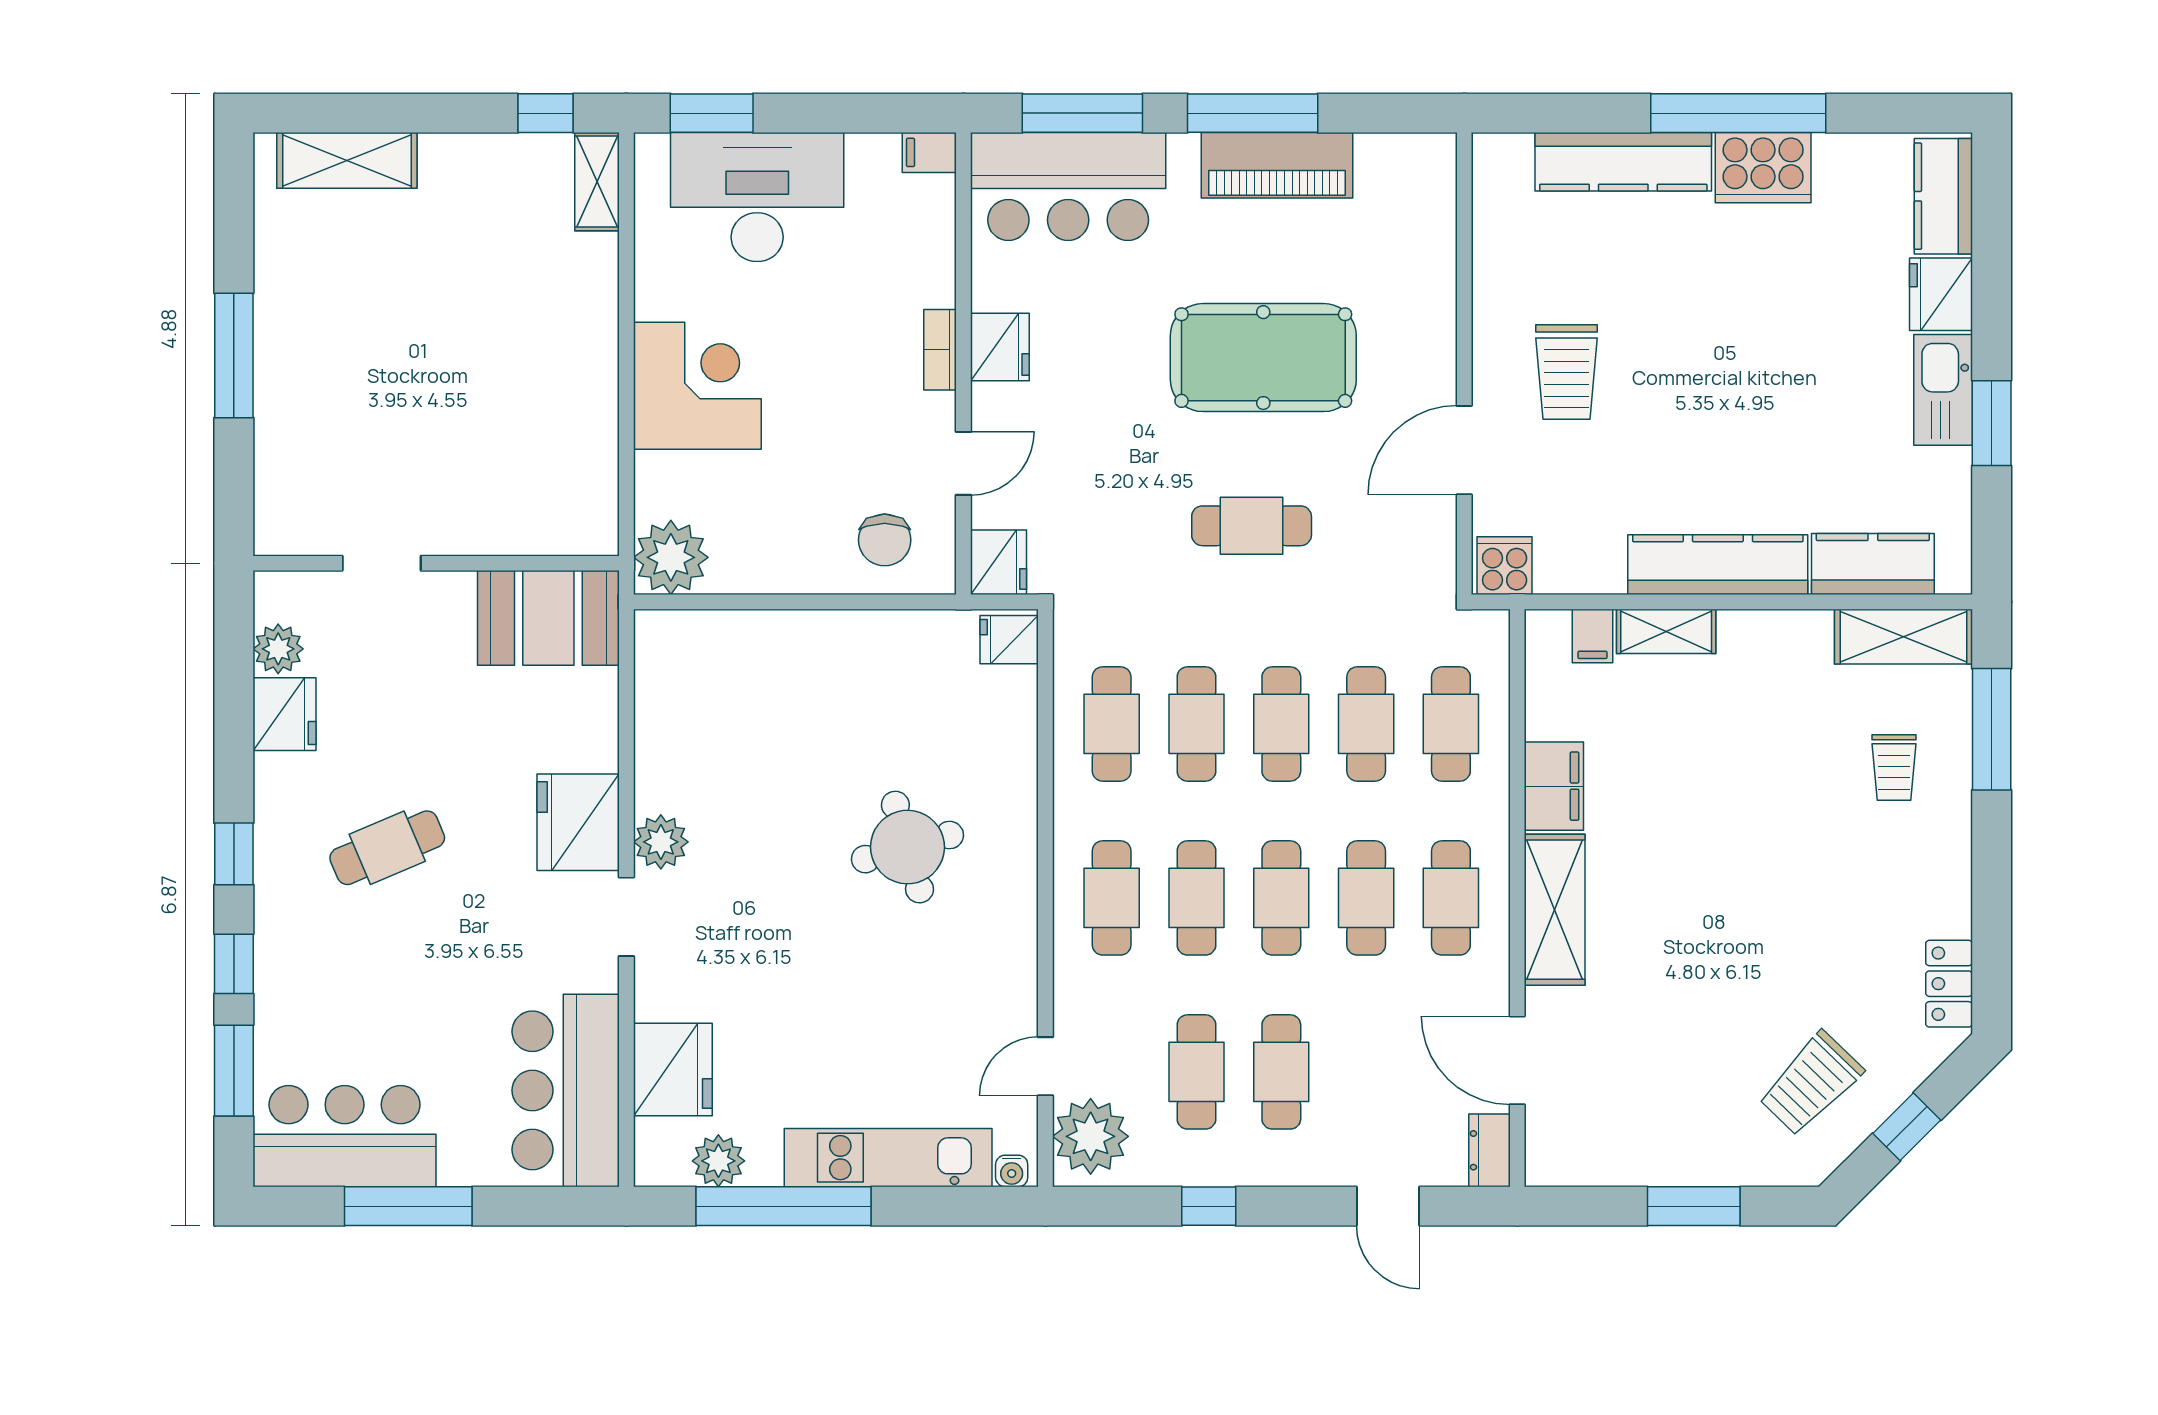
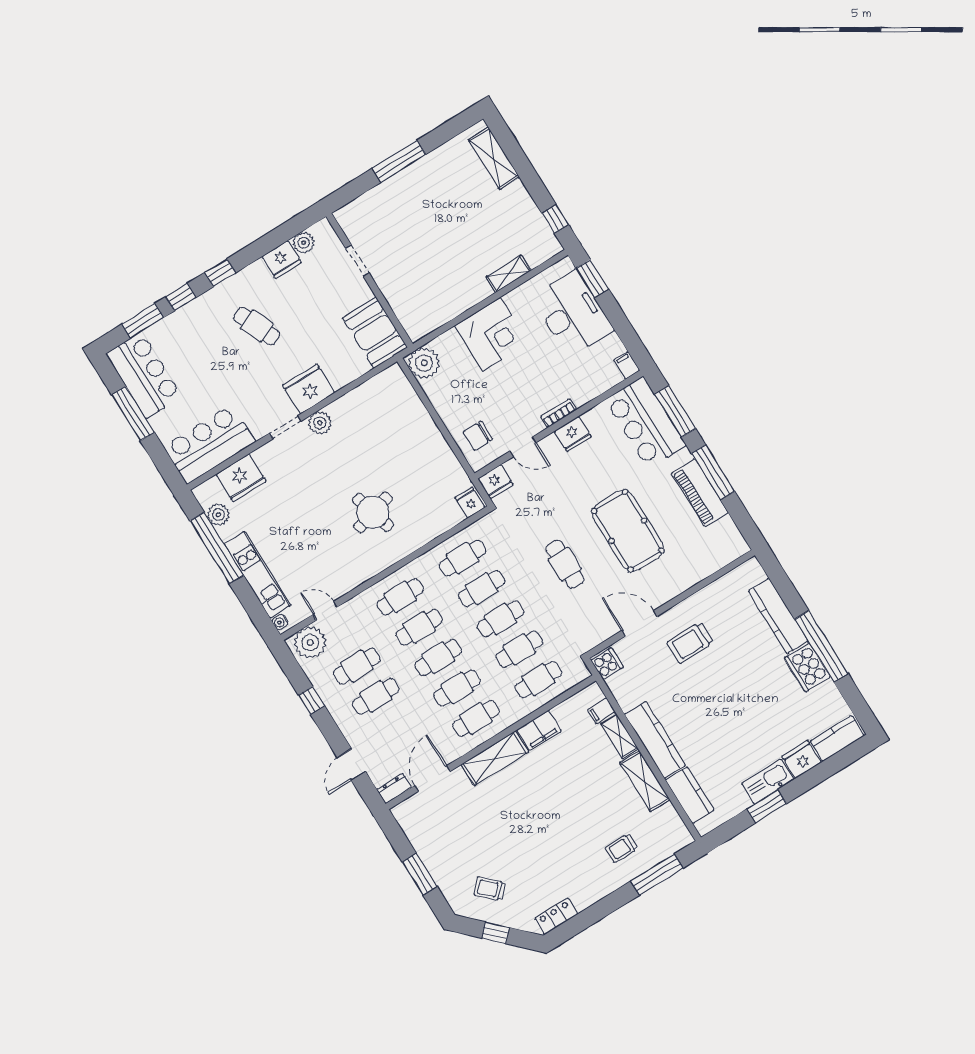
shelving: (597, 182) -> (508, 274), moved
shelving: (1903, 637) -> (645, 781), moved
trolley: (1811, 1084) -> (490, 889), width x0.73, depth x0.72

